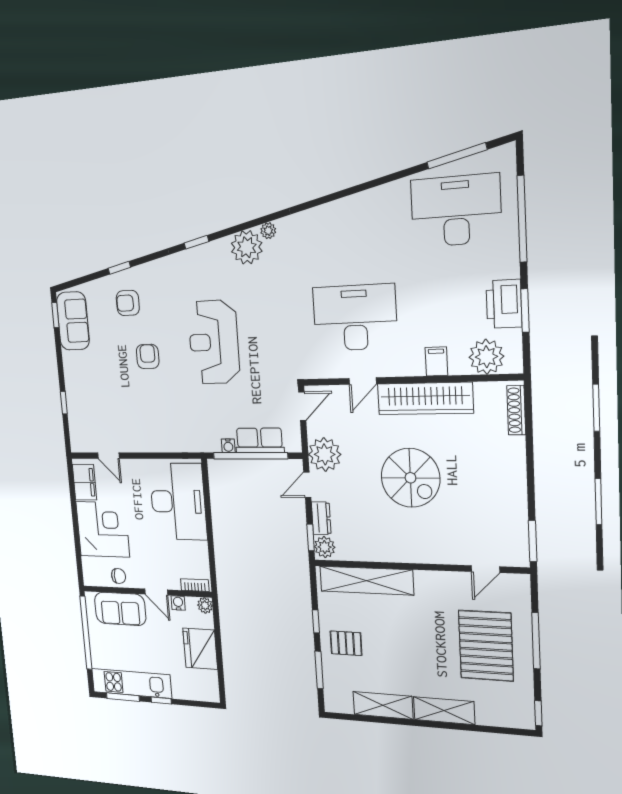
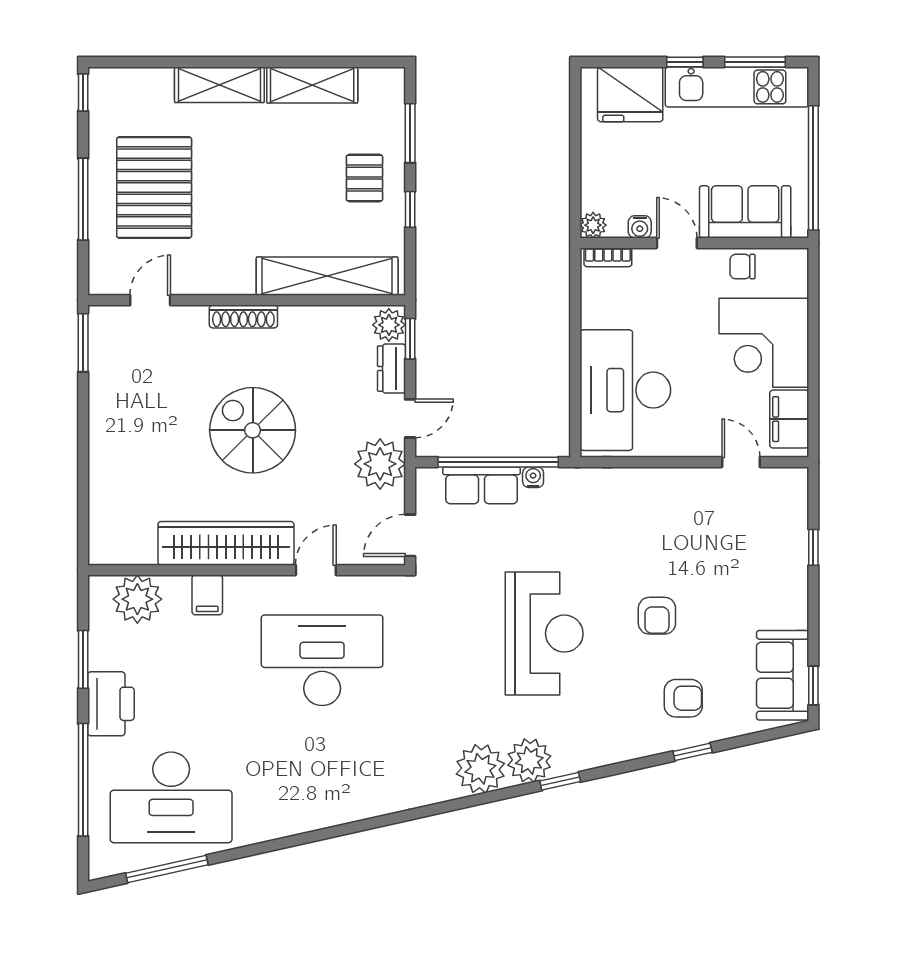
plant: (268, 231) -> (529, 761), moved, width x1.88, depth x1.88
printer: (504, 304) -> (111, 704), moved
desk: (355, 318) -> (322, 660), turned 180
shoe rack: (516, 410) -> (243, 316), moved, turned 90
pallet: (346, 643) -> (364, 178), turned 90
fridge: (200, 649) -> (630, 94), moved, turned 90

